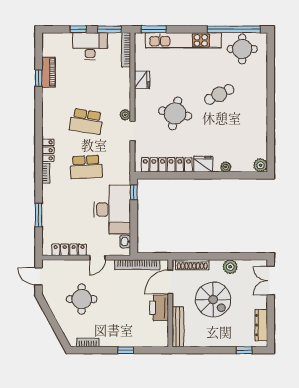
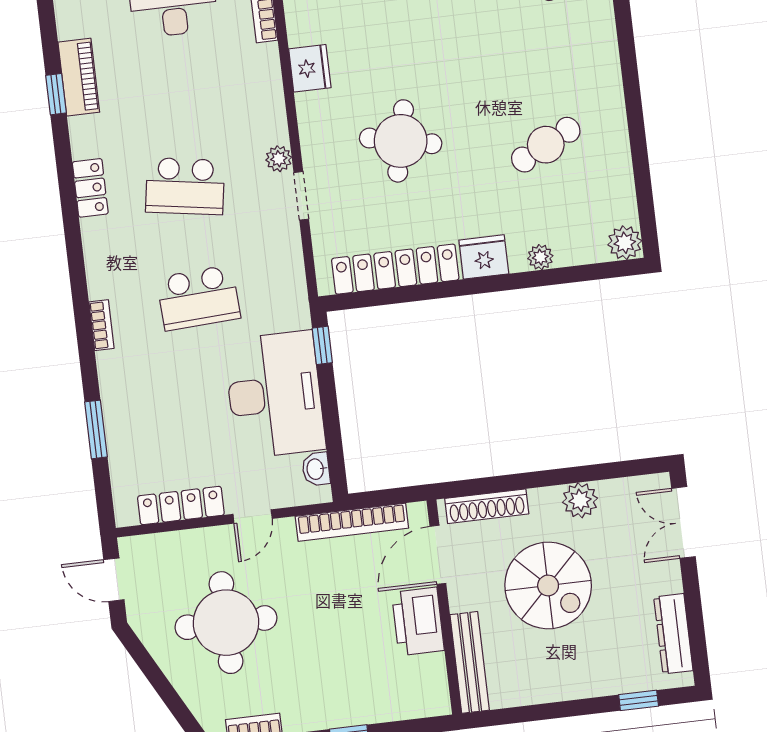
cafe table: (219, 94) -> (546, 145), moved
locker: (48, 150) -> (90, 188), moved
round table: (82, 299) -> (226, 623), width x1.36, depth x1.36

